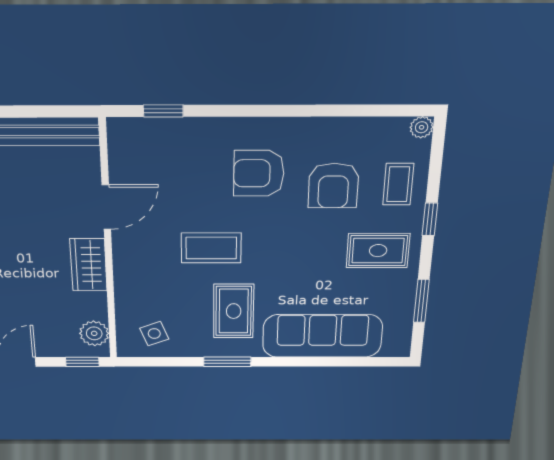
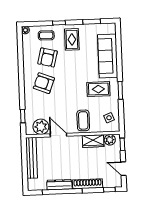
plant: (131, 161) -> (41, 127), added
armchair: (259, 173) -> (44, 83), turned 111
armchair: (333, 186) -> (48, 57), turned 104
coffee table: (211, 248) -> (83, 120), moved
wardrobe: (89, 265) -> (93, 141), moved

